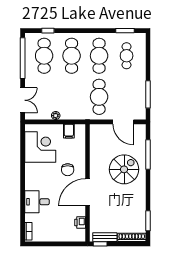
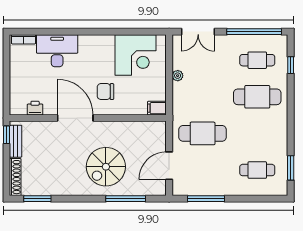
cafe table: (44, 56) -> (257, 60), width x0.73, depth x0.74
cafe table: (99, 56) -> (257, 133), removed
filing cabinet: (69, 131) -> (157, 108), moved
spiral stairs: (124, 169) -> (106, 167), turned 90
desk: (37, 202) -> (57, 51), width x1.37

